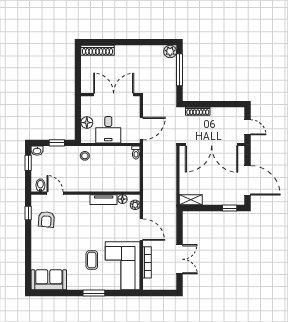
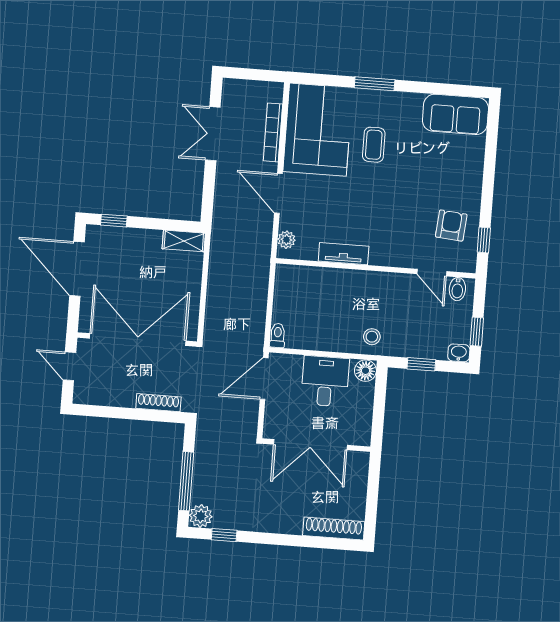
window: (157, 42) -> (224, 535), added
floor lamp: (87, 123) -> (365, 371), moved
floor lamp: (122, 199) -> (309, 252), removed

